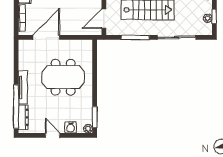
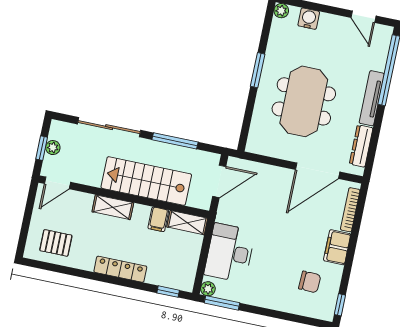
meeting table: (63, 77) -> (304, 101), turned 90
dresser: (23, 117) -> (361, 146), moved
window: (95, 117) -> (258, 70), moved
door: (53, 135) -> (363, 17), moved

